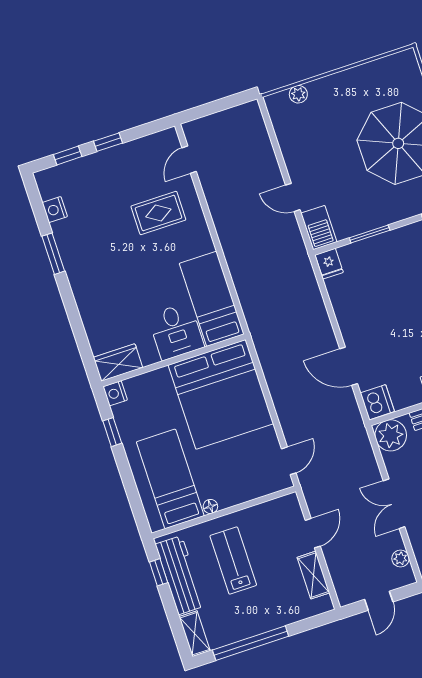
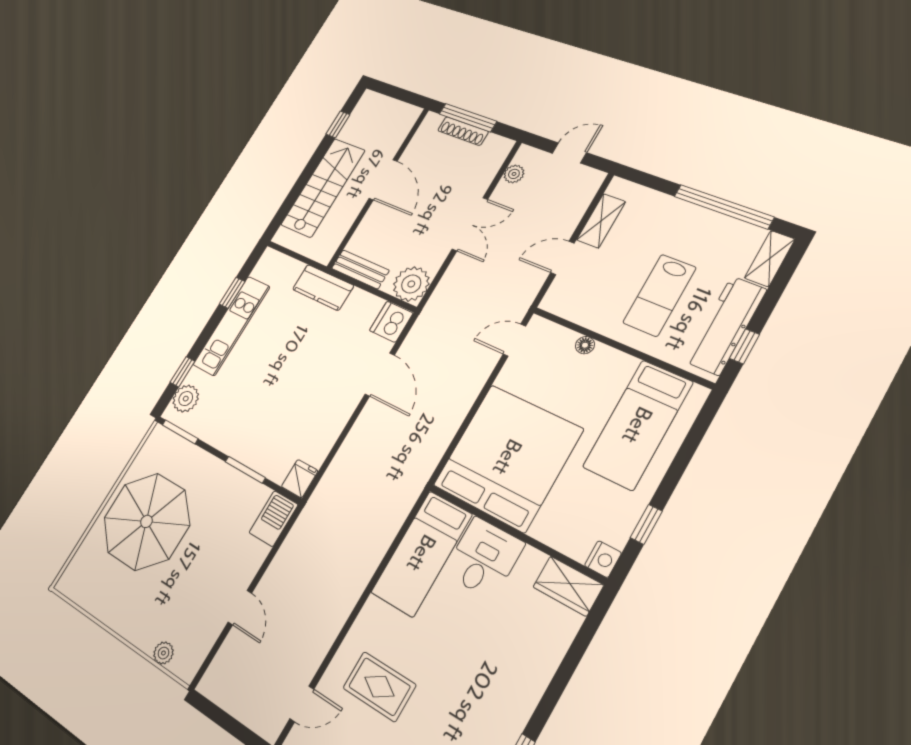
door: (293, 197) -> (240, 608), moved
floor lamp: (210, 506) -> (585, 345), moved

